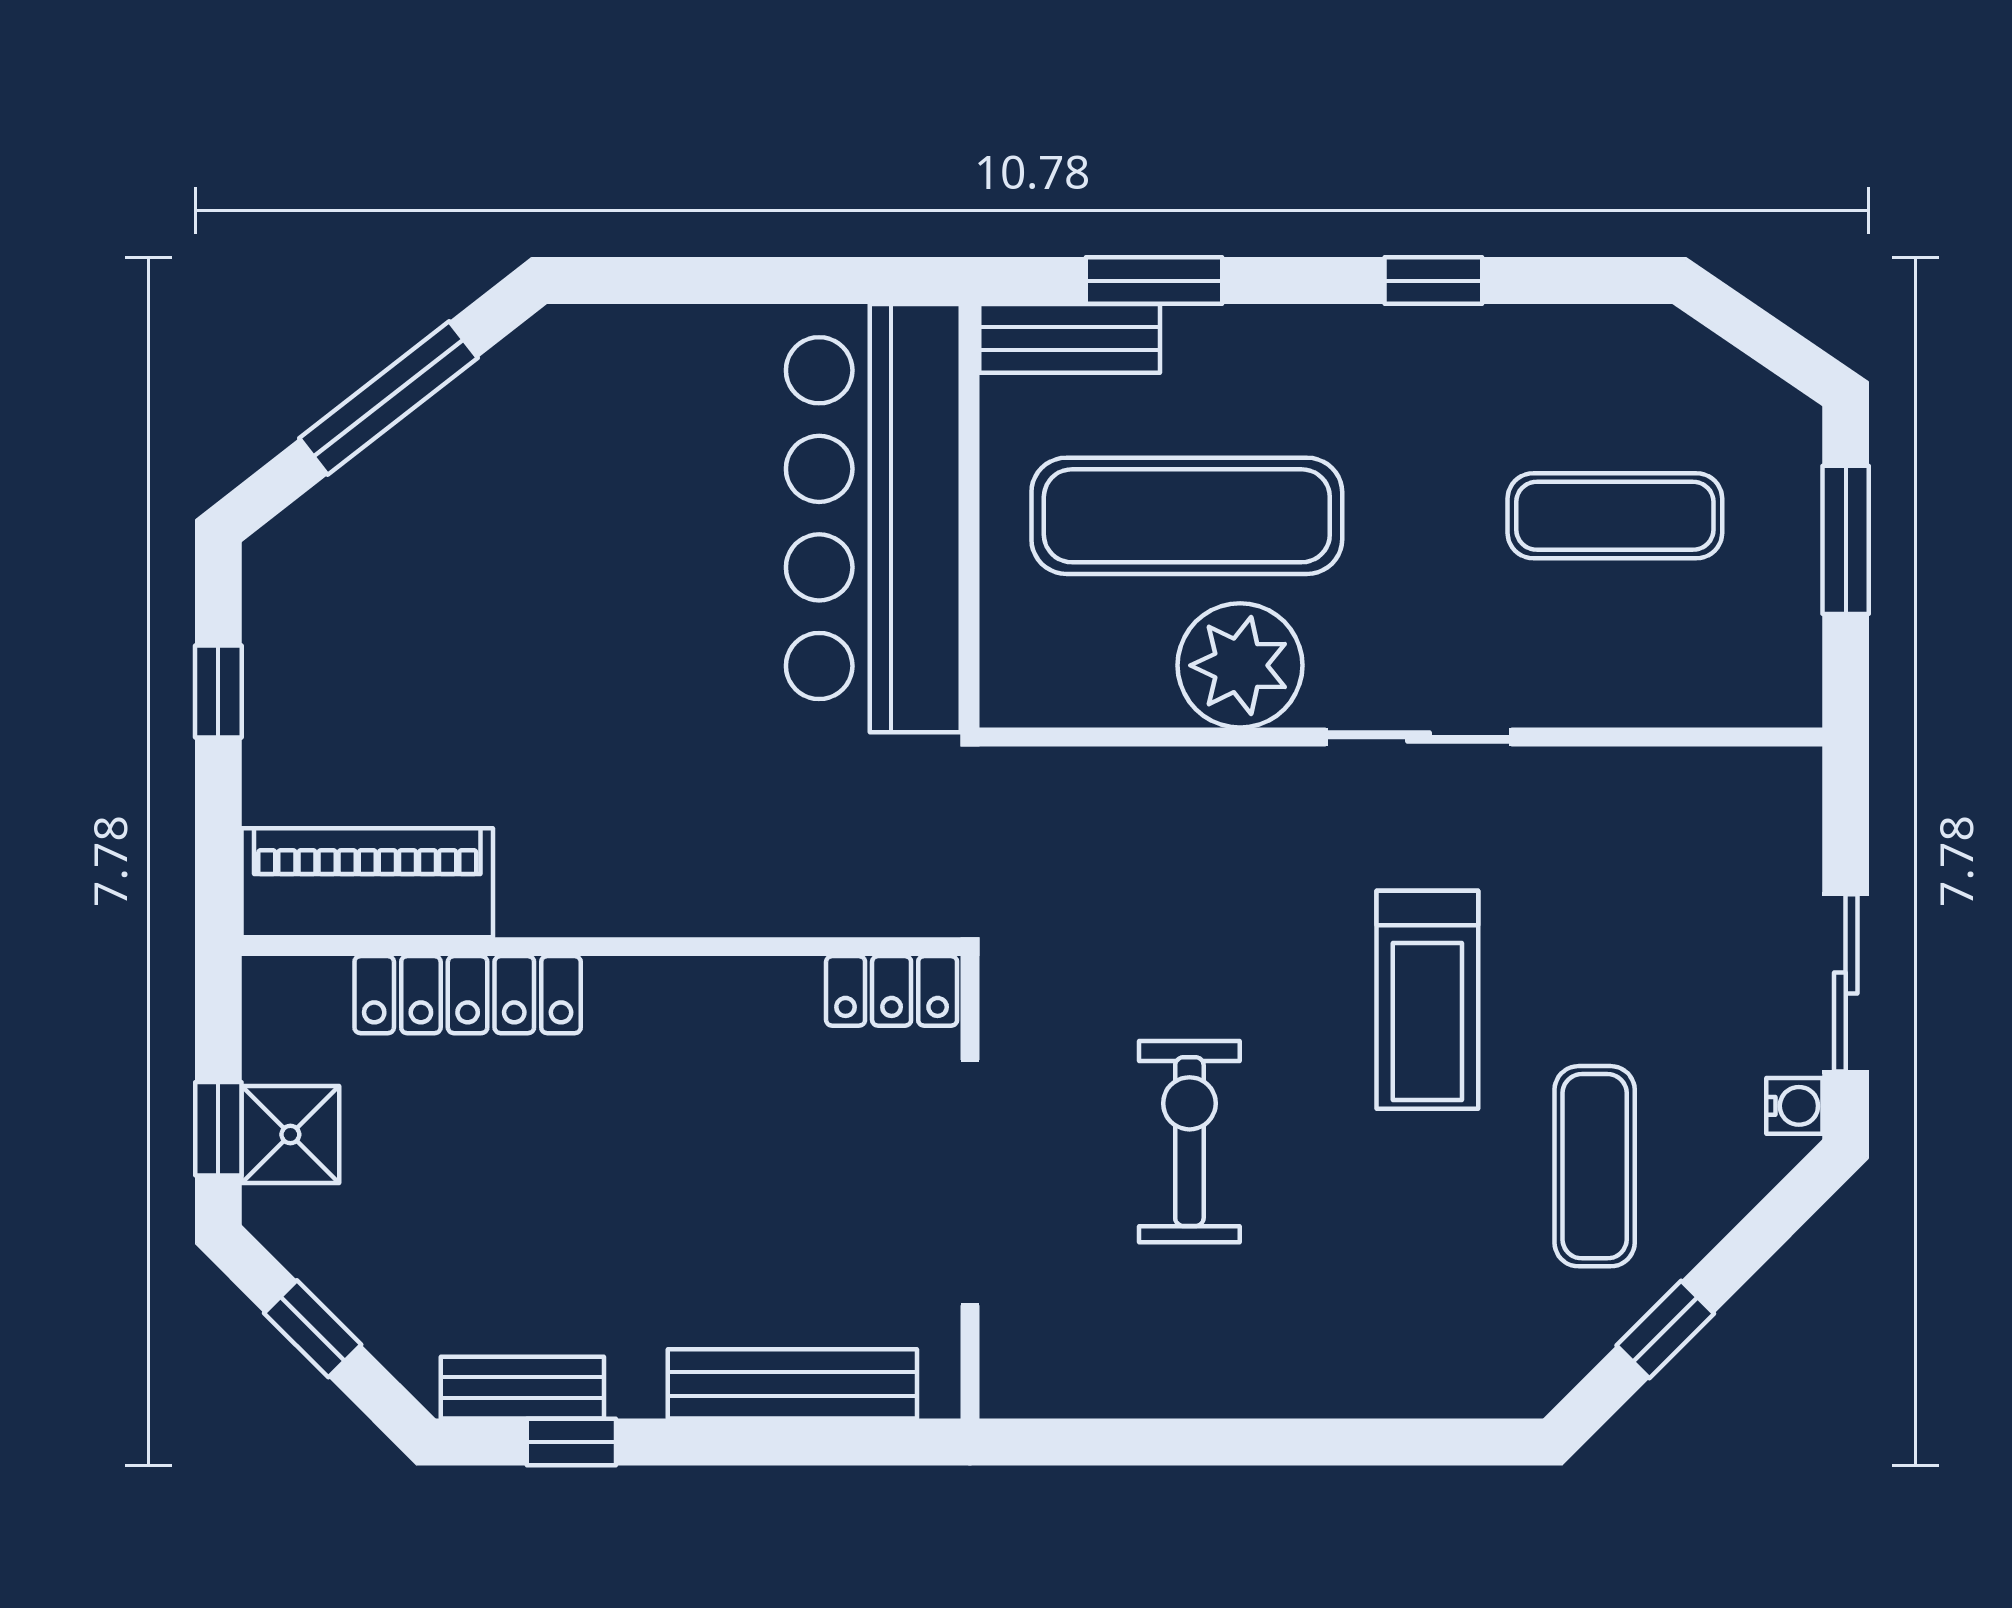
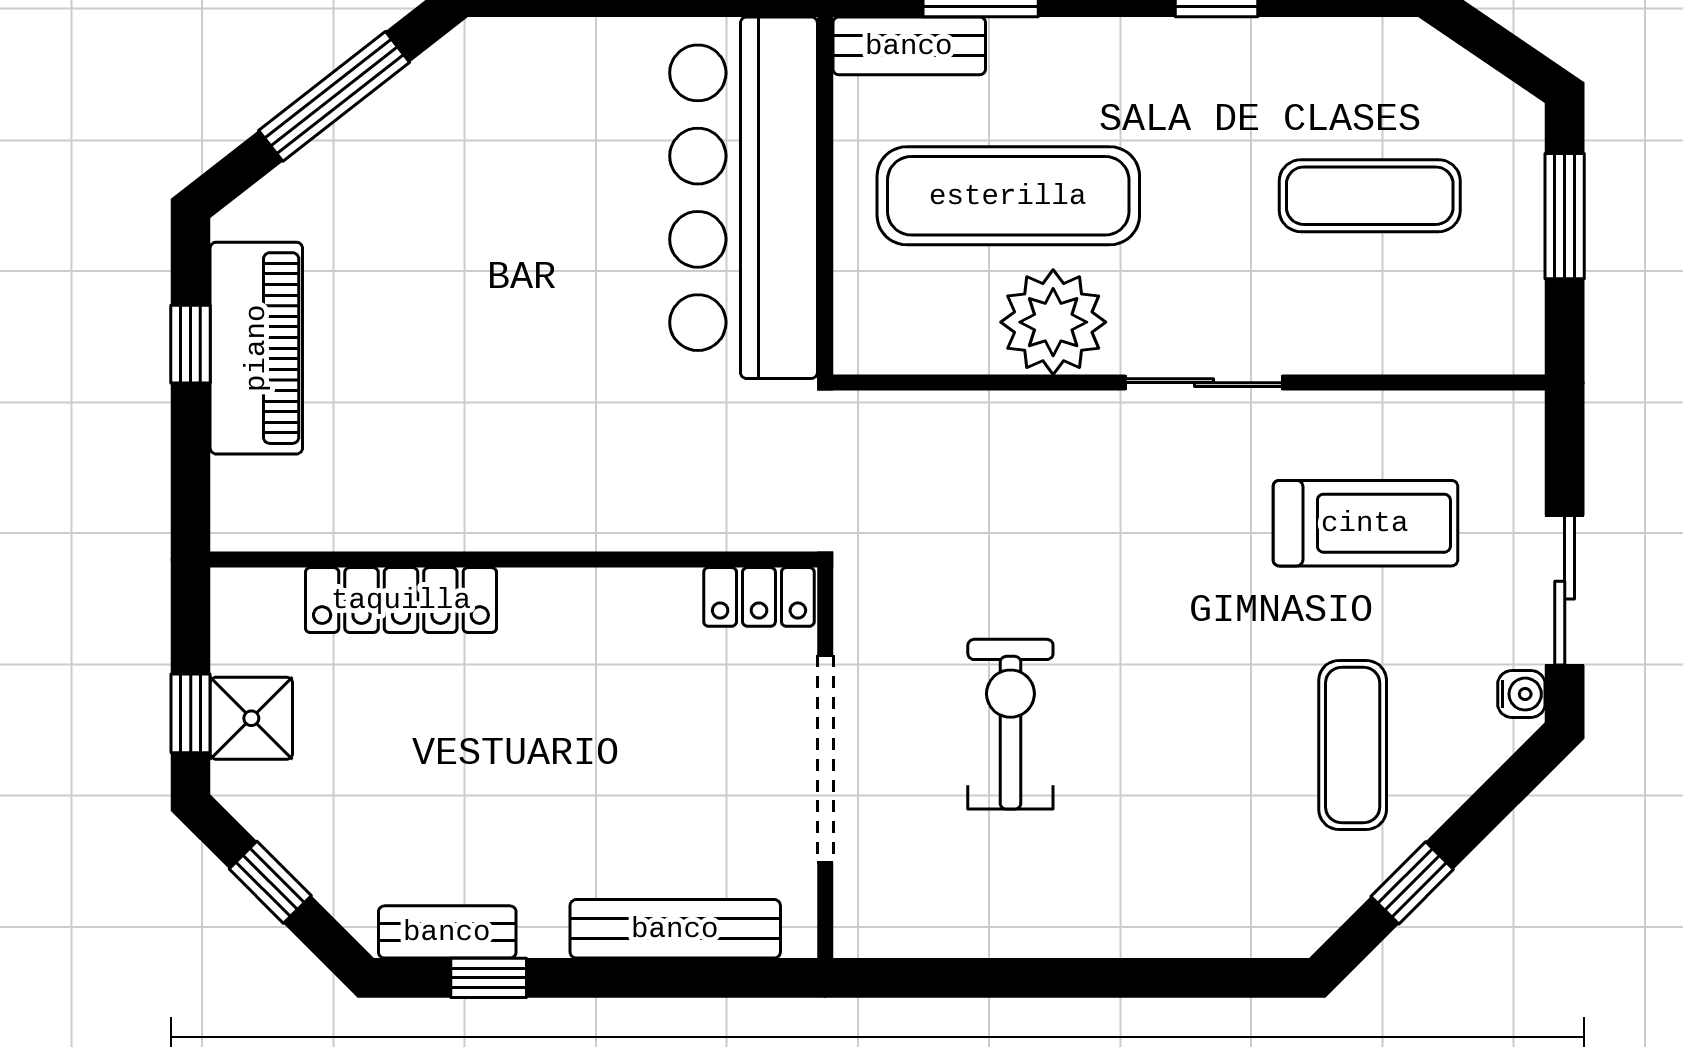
piano: (367, 883) -> (256, 348), moved, turned 90
treadmill: (1427, 1000) -> (1365, 523), moved, turned -90

